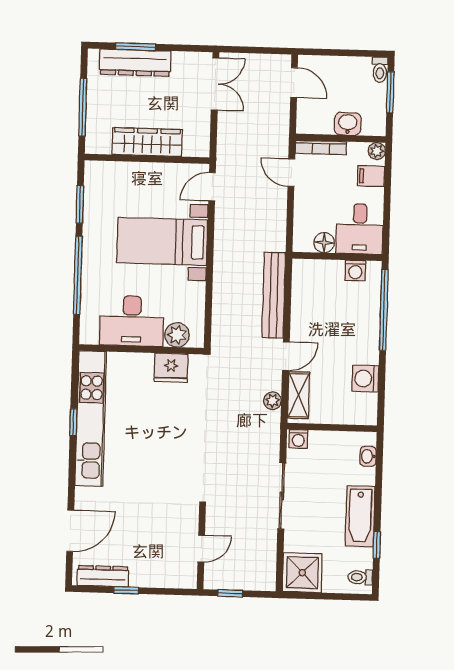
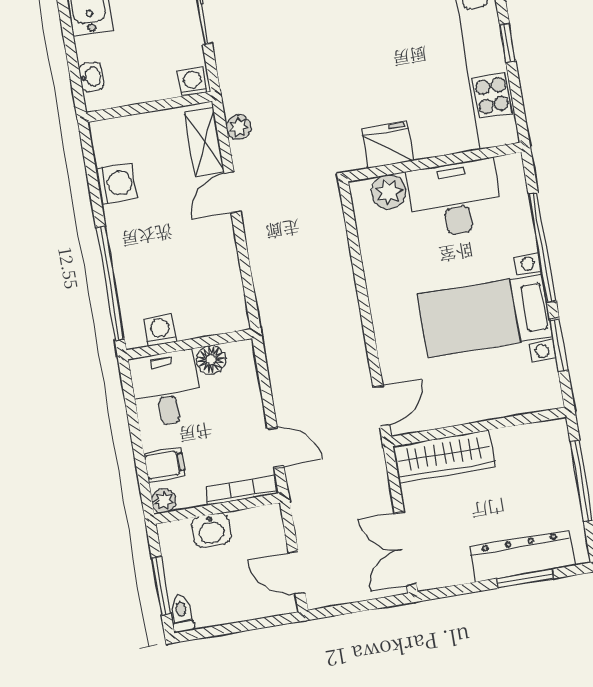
wardrobe: (147, 142) -> (444, 456), moved
bed with nightstands: (162, 241) -> (485, 316), moved, turned 180
bench: (274, 295) -> (266, 273), removed

